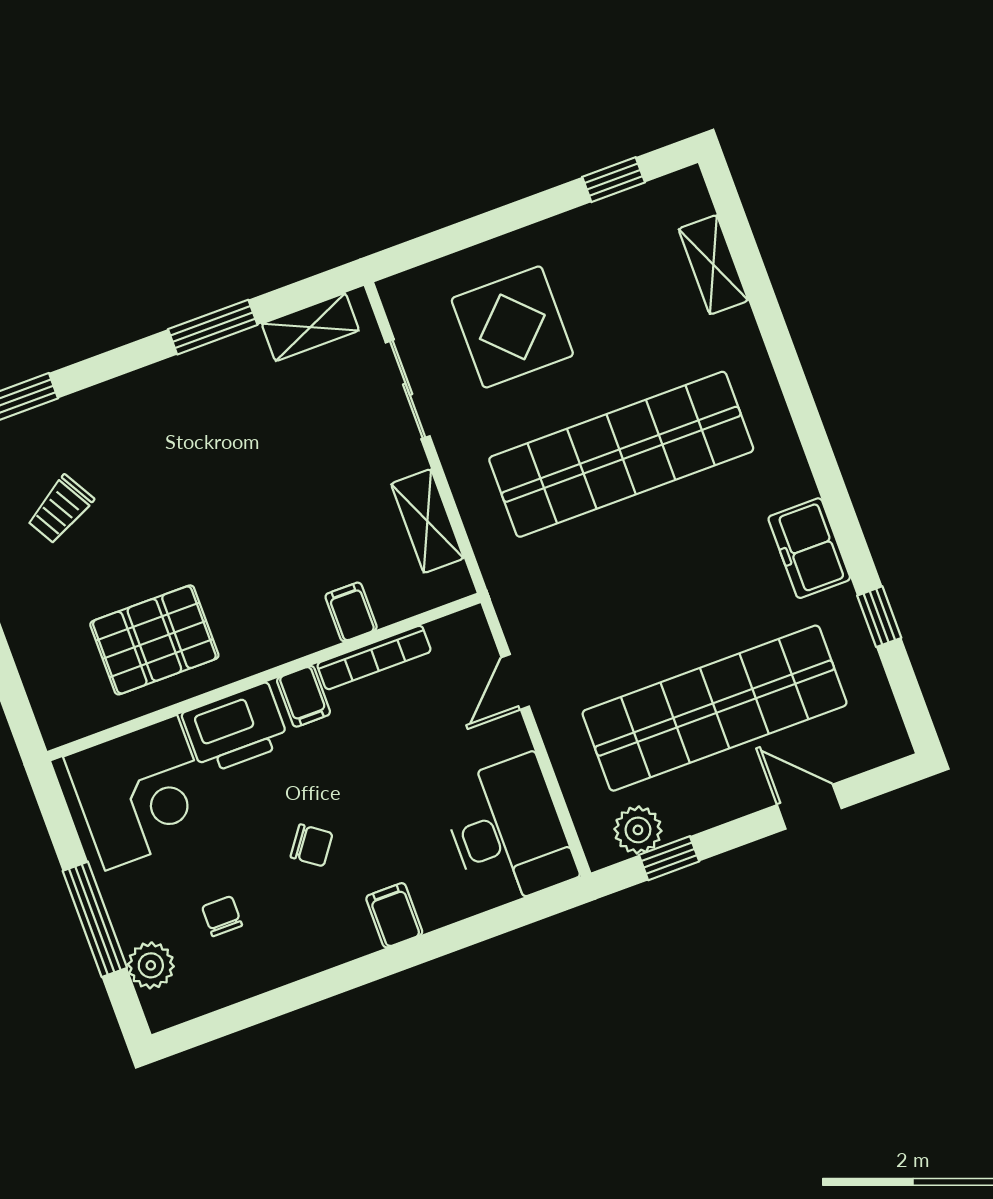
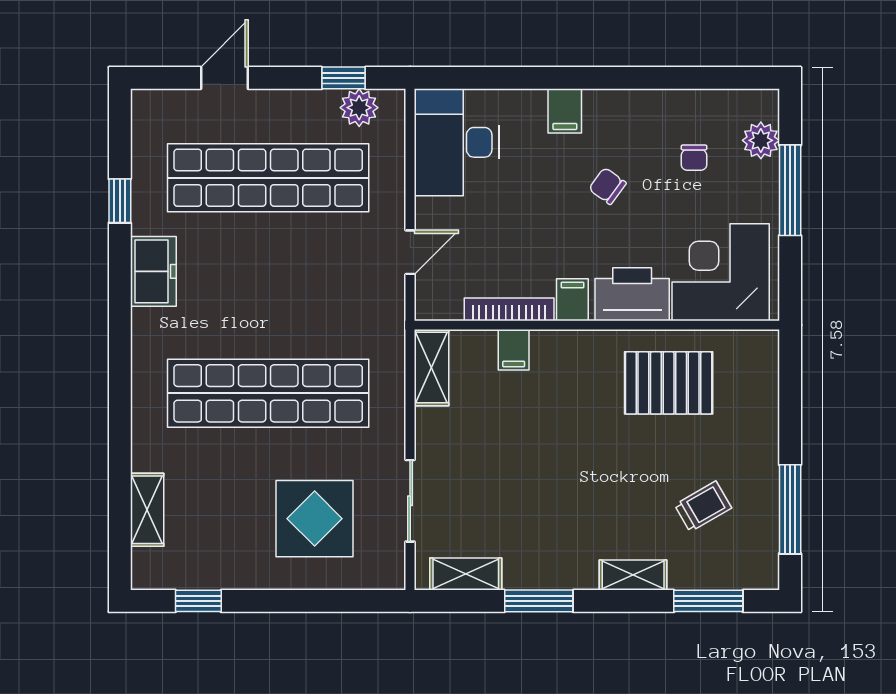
shelving: (113, 398) -> (633, 575), added
shelving: (427, 521) -> (432, 368), moved
door: (809, 807) -> (225, 78), swing flipped

